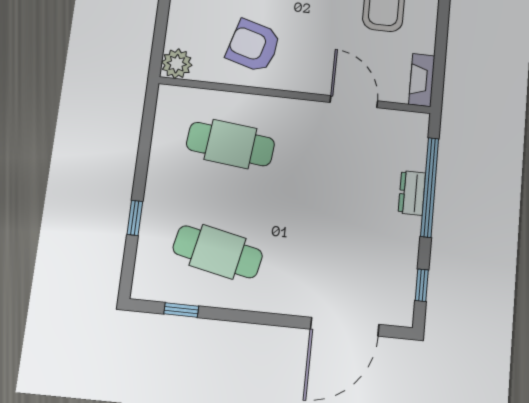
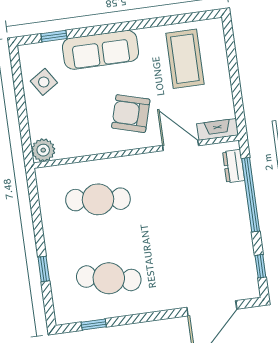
armchair: (254, 46) -> (131, 114), moved
fireplace: (422, 80) -> (218, 129), moved, turned 90
dresser: (412, 193) -> (234, 166), moved

